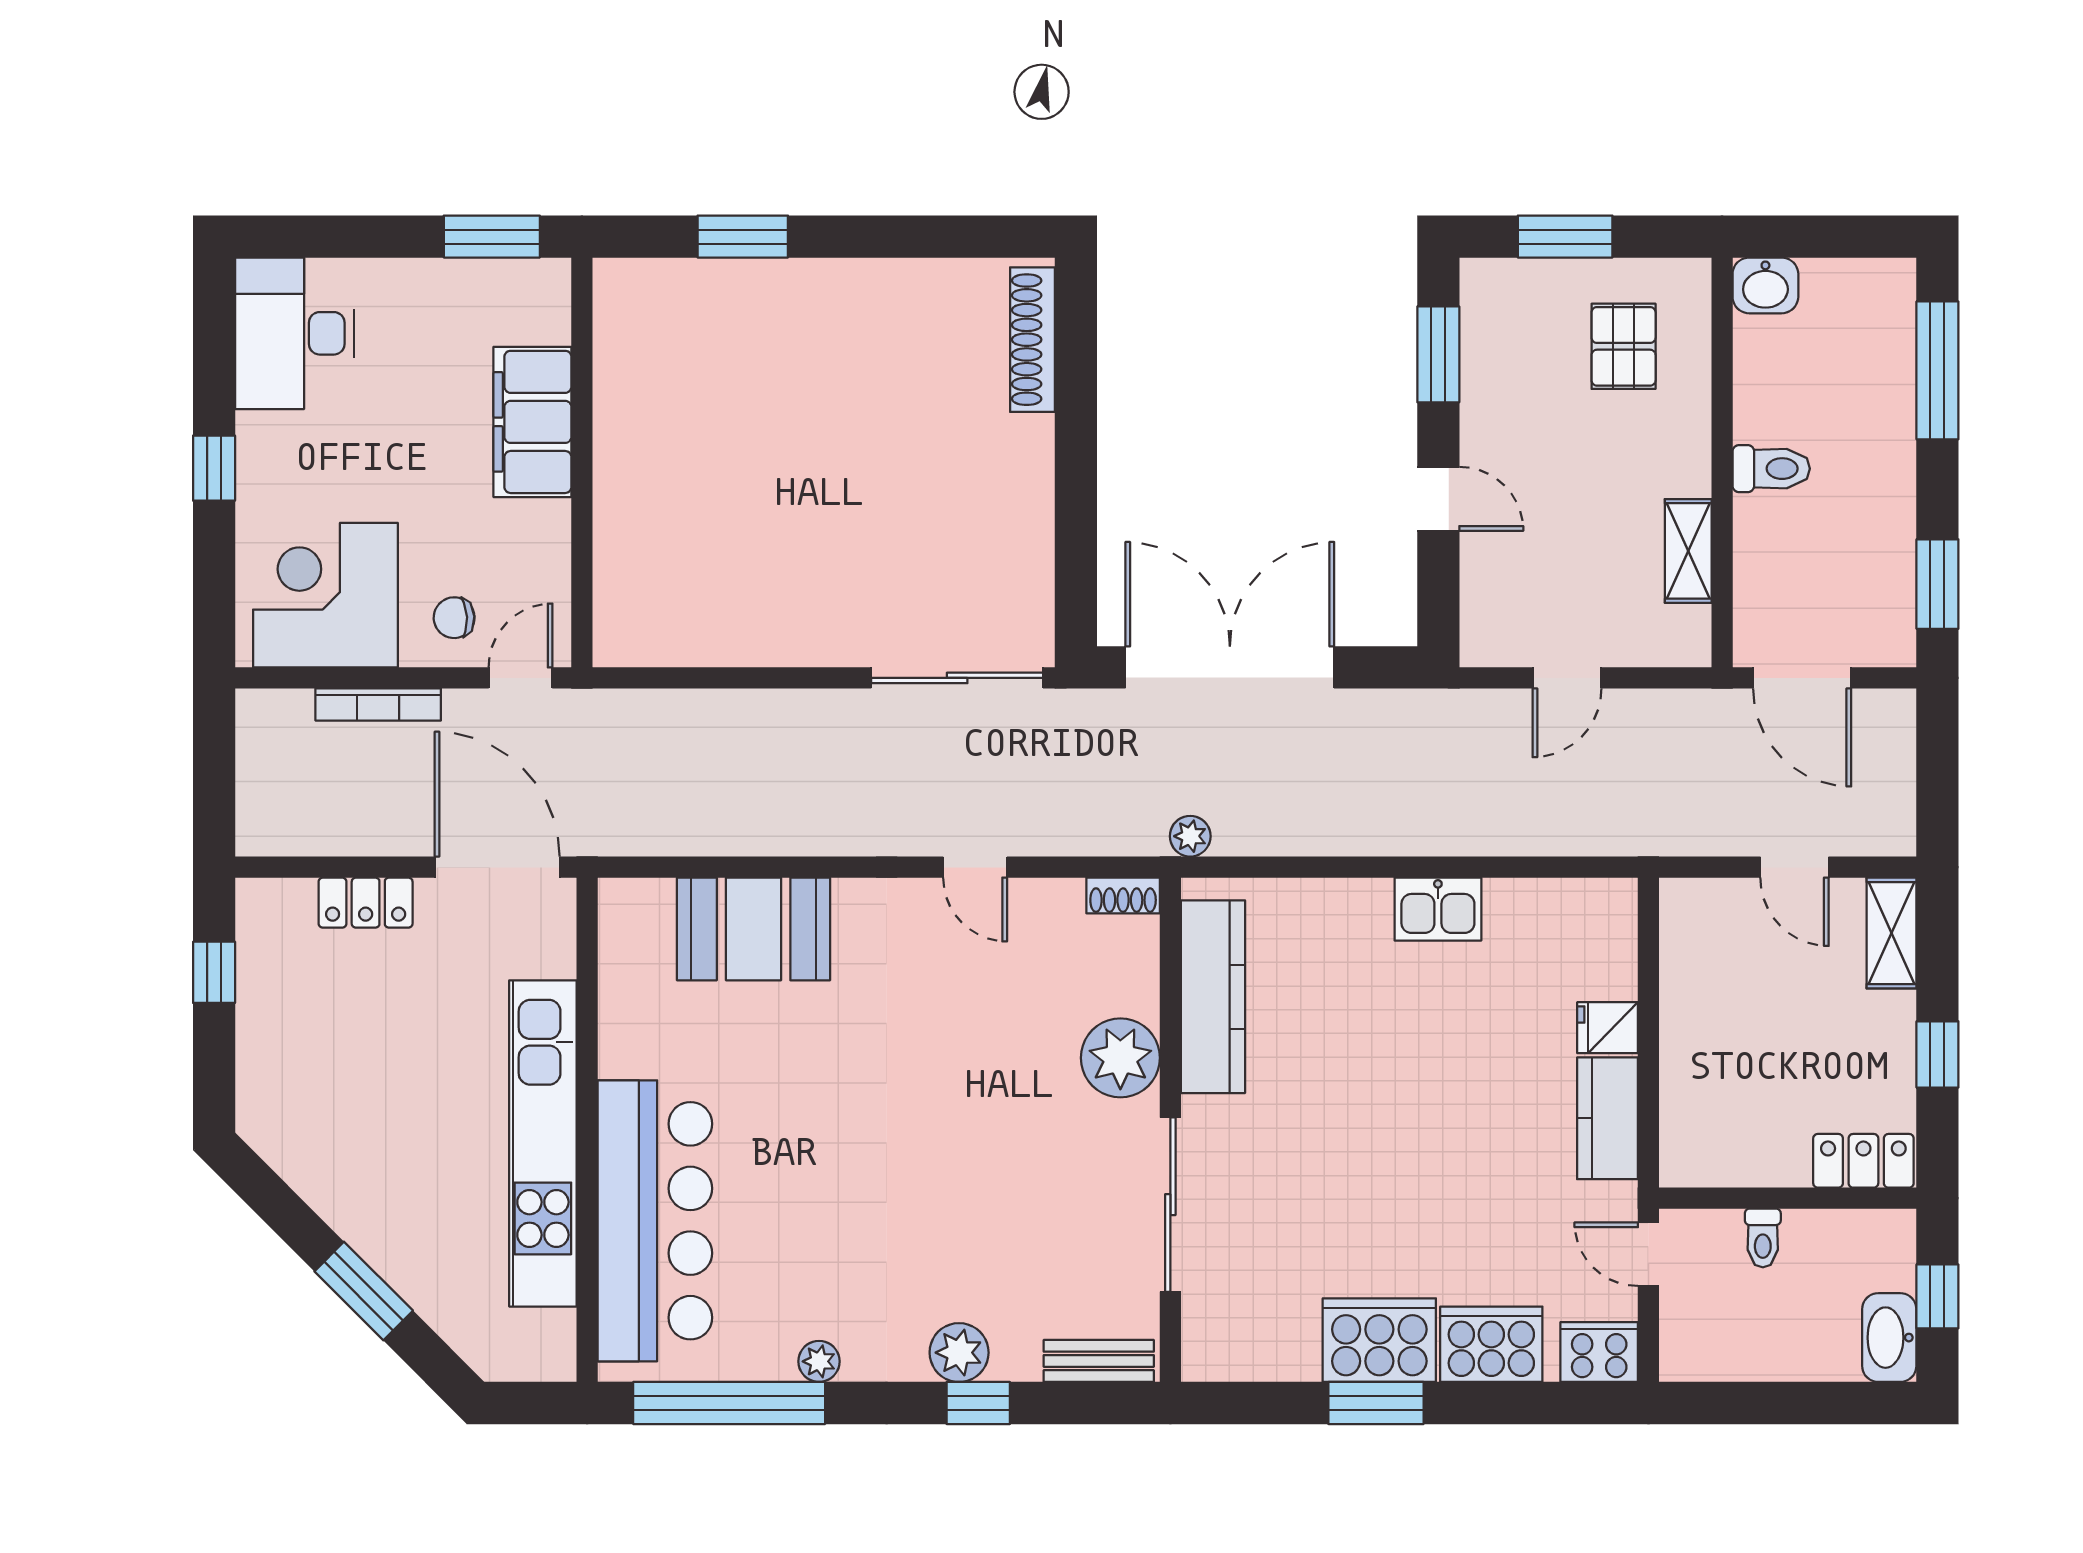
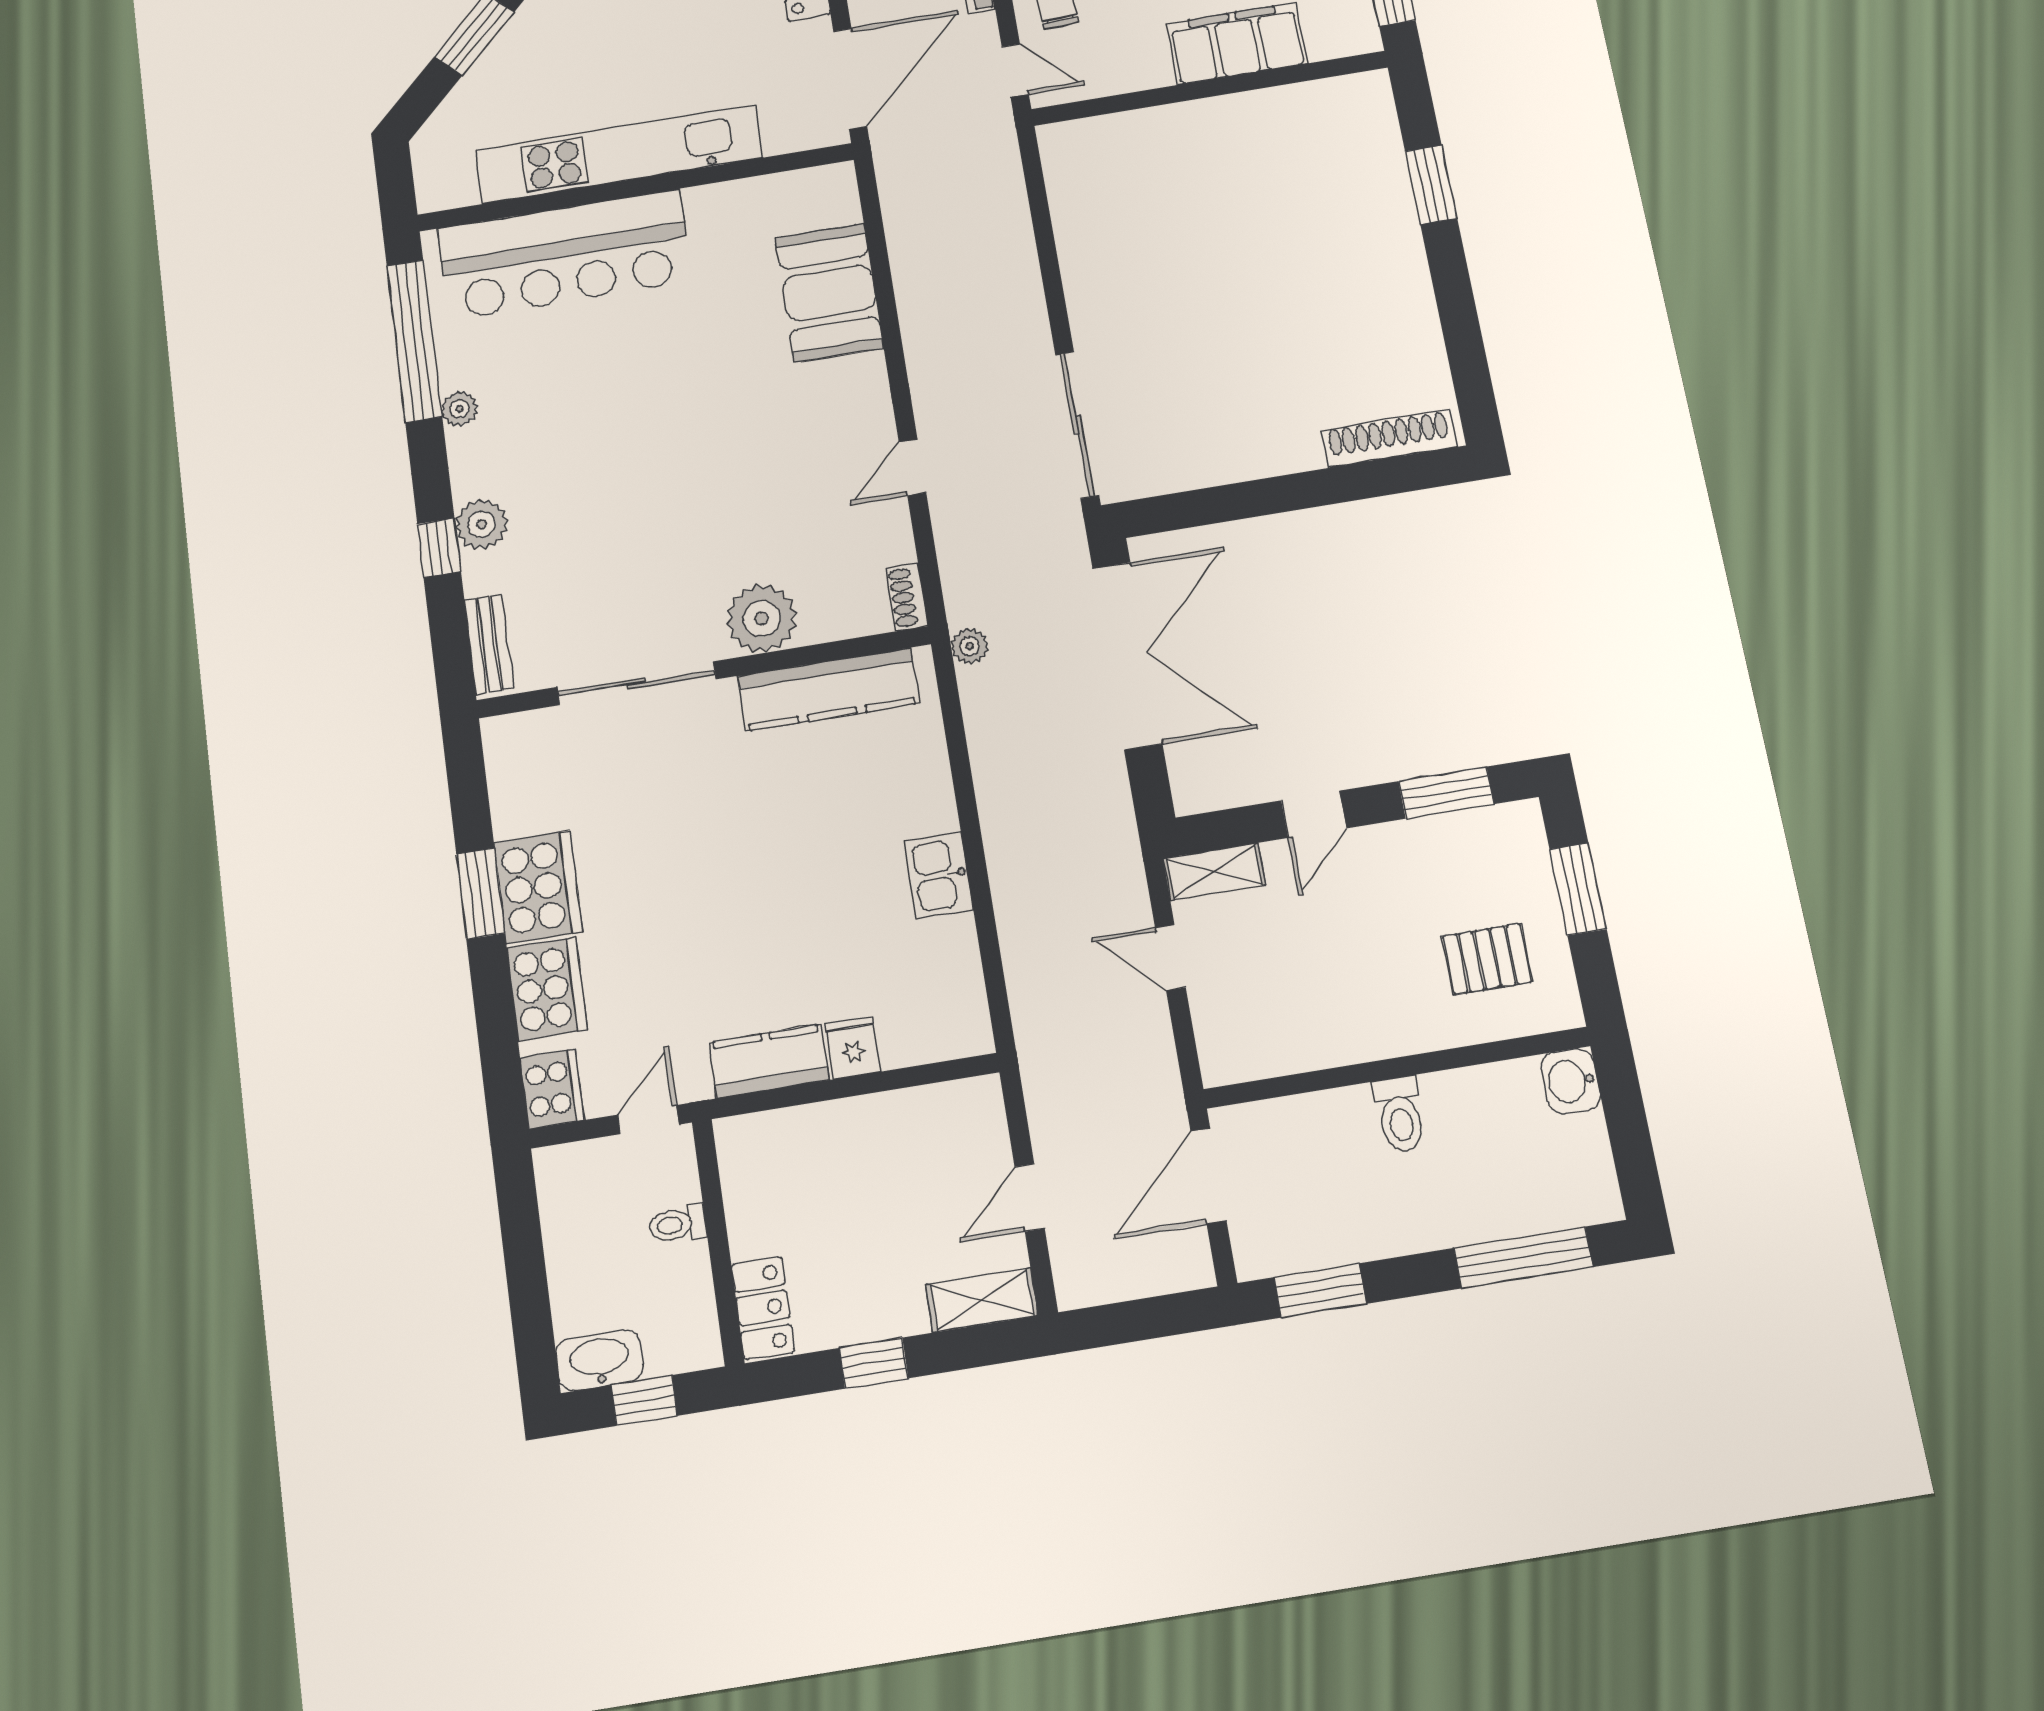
shelving: (1688, 551) -> (1214, 872), moved

